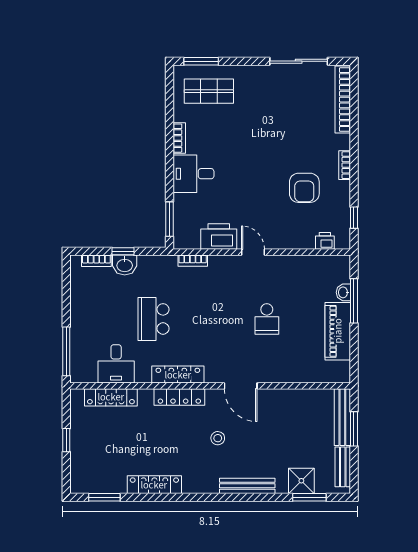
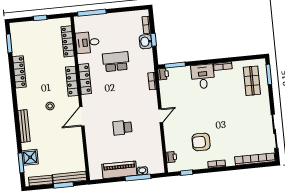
printer: (219, 236) -> (163, 74), moved, width x0.53, depth x0.68

